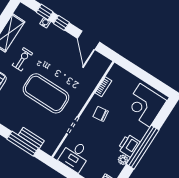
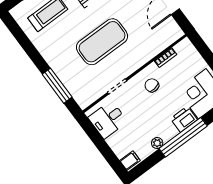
exercise mat: (46, 93) -> (102, 42), turned 90
bench: (31, 138) -> (69, 83), removed
printer: (129, 146) -> (184, 119), moved

